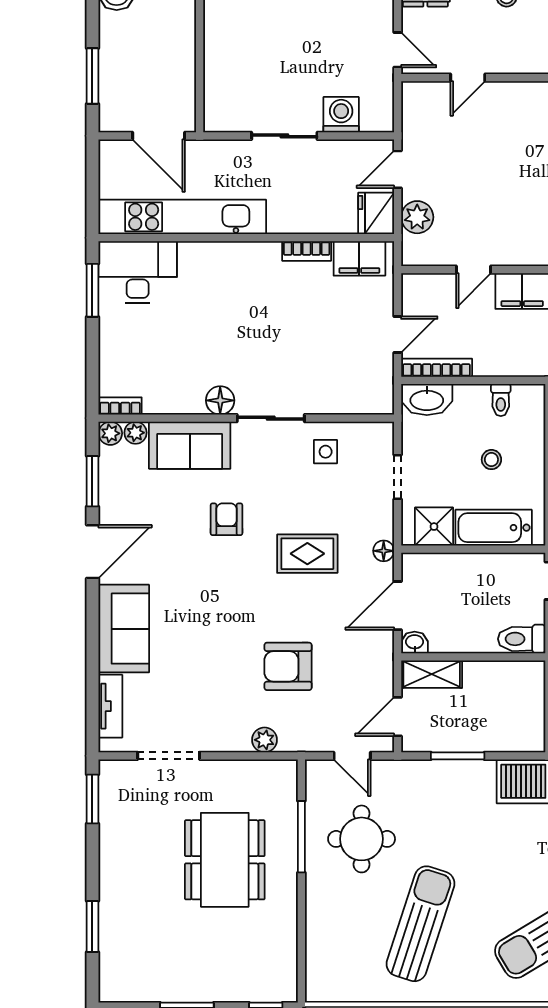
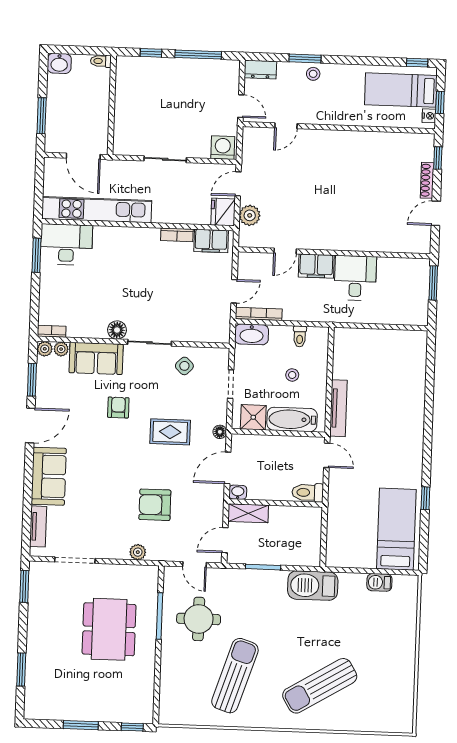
washing machine: (341, 115) -> (223, 148), moved
side table: (326, 452) -> (184, 366), turned 45

